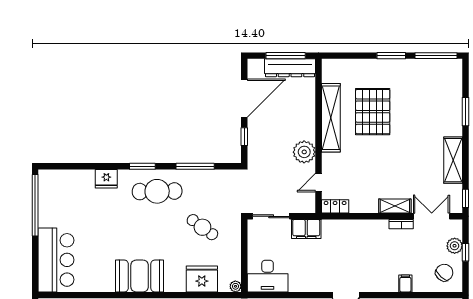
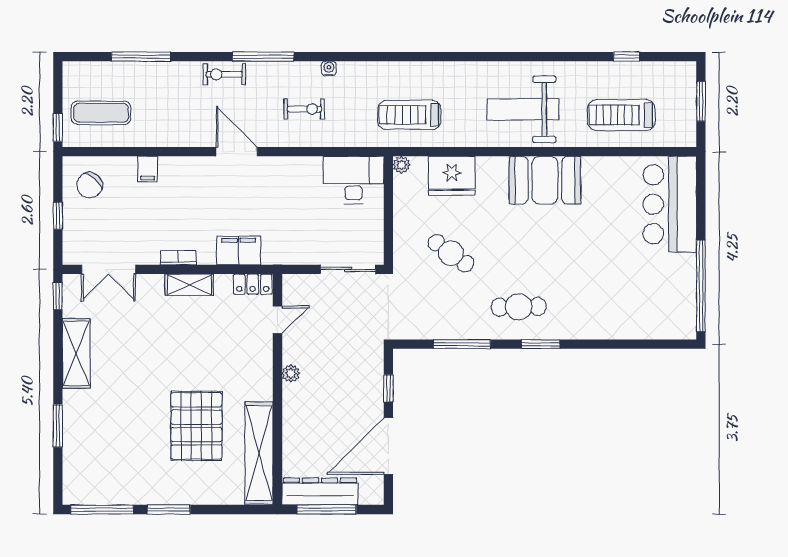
shelving: (331, 118) -> (259, 453), moved
plant: (304, 152) -> (291, 373), width x0.53, depth x0.53
fridge: (106, 179) -> (595, 326), removed
cafe table: (157, 191) -> (519, 307), width x0.73, depth x0.74
shelving: (395, 206) -> (189, 285), moved
bookcase: (401, 224) -> (178, 258), moved
filing cabinet: (306, 229) -> (239, 250), moved
plant: (455, 246) -> (74, 225), removed

